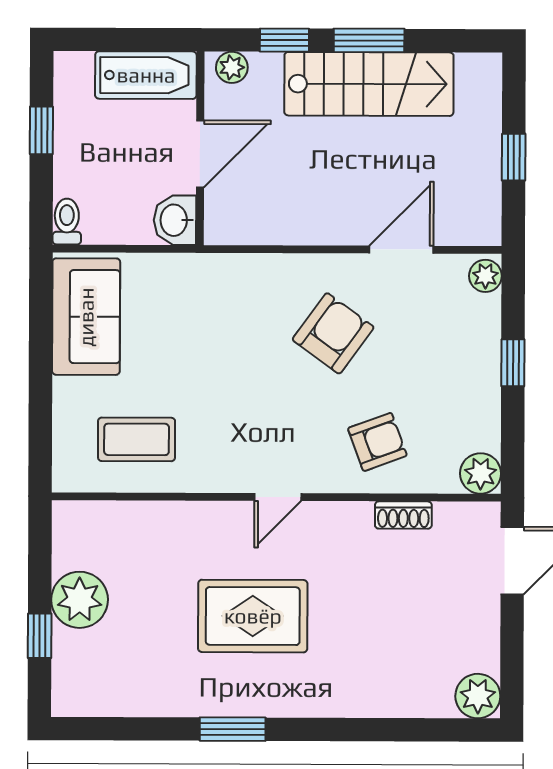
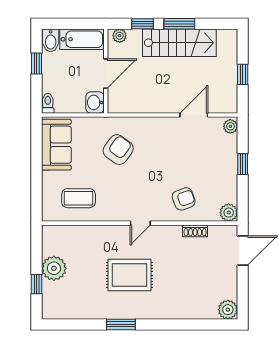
bidet: (74, 77) -> (51, 40), added
armchair: (333, 333) -> (118, 150), moved

